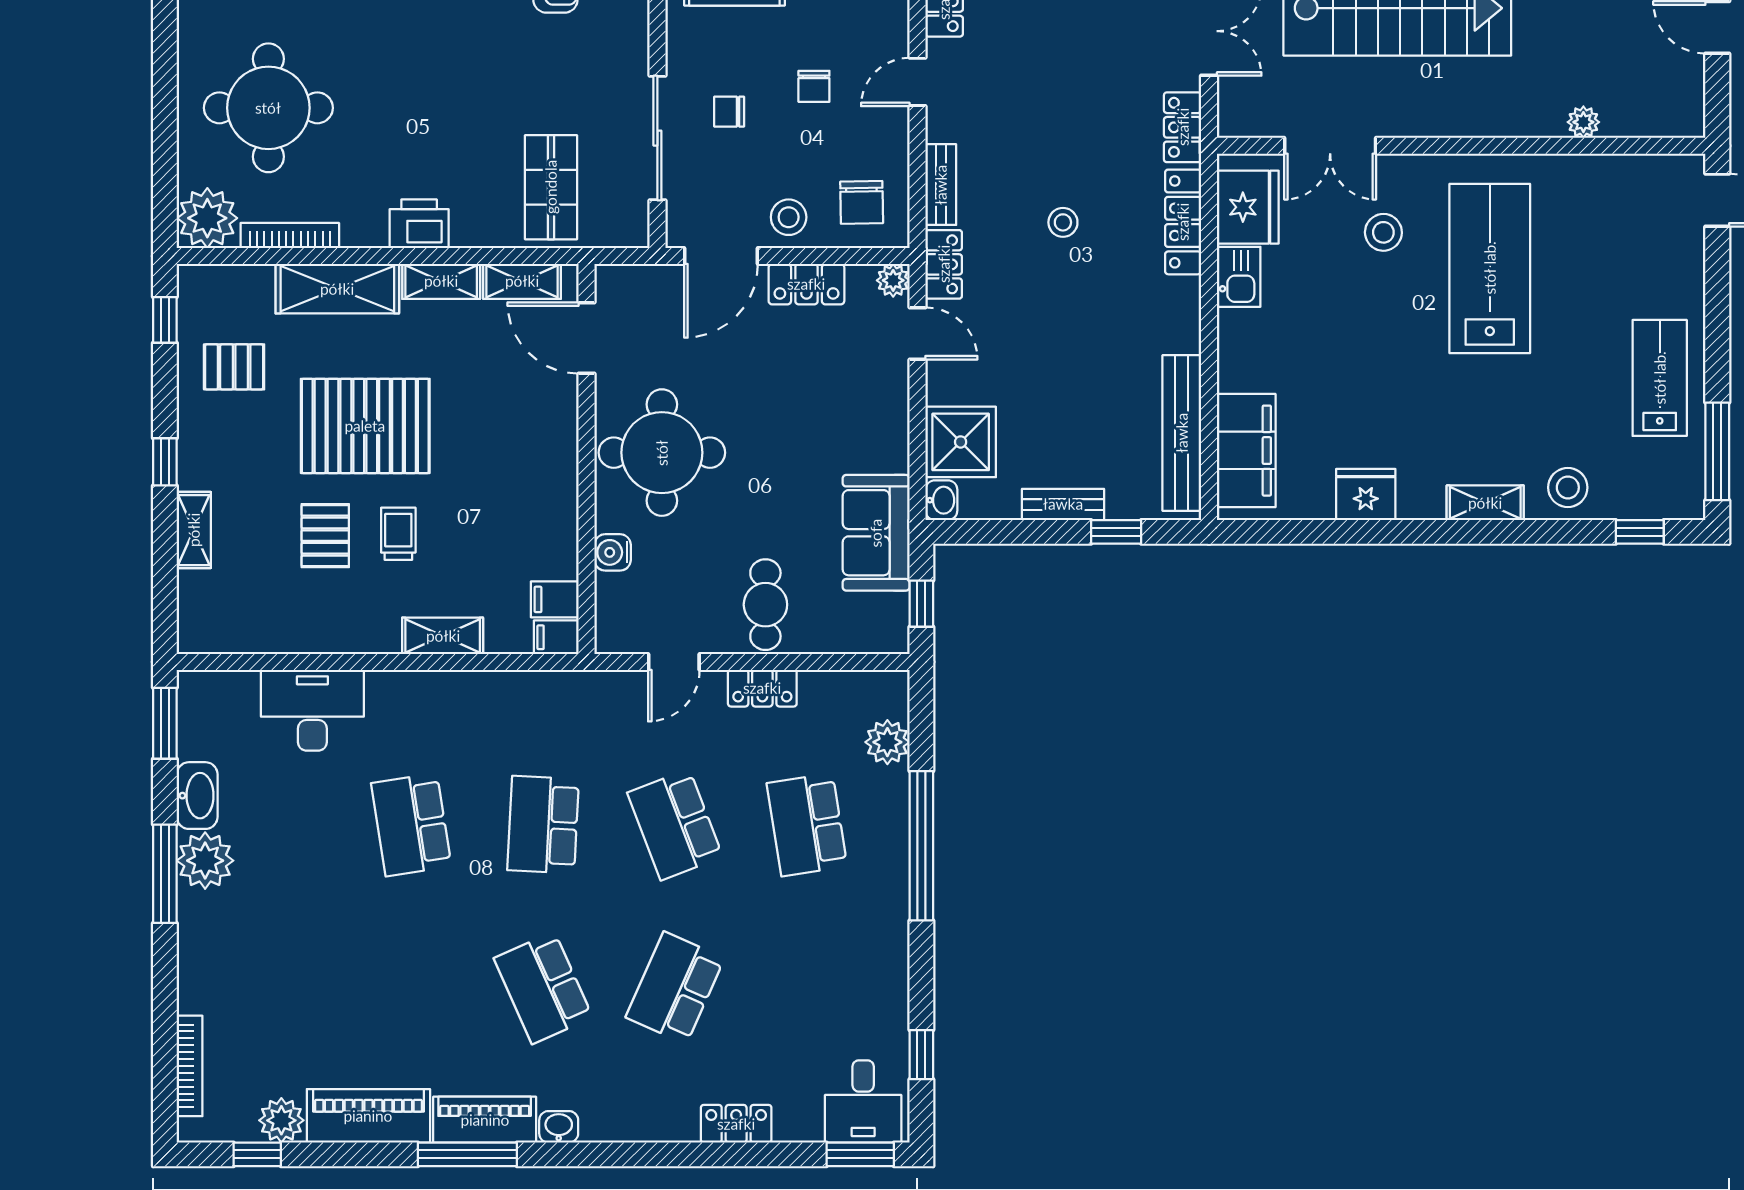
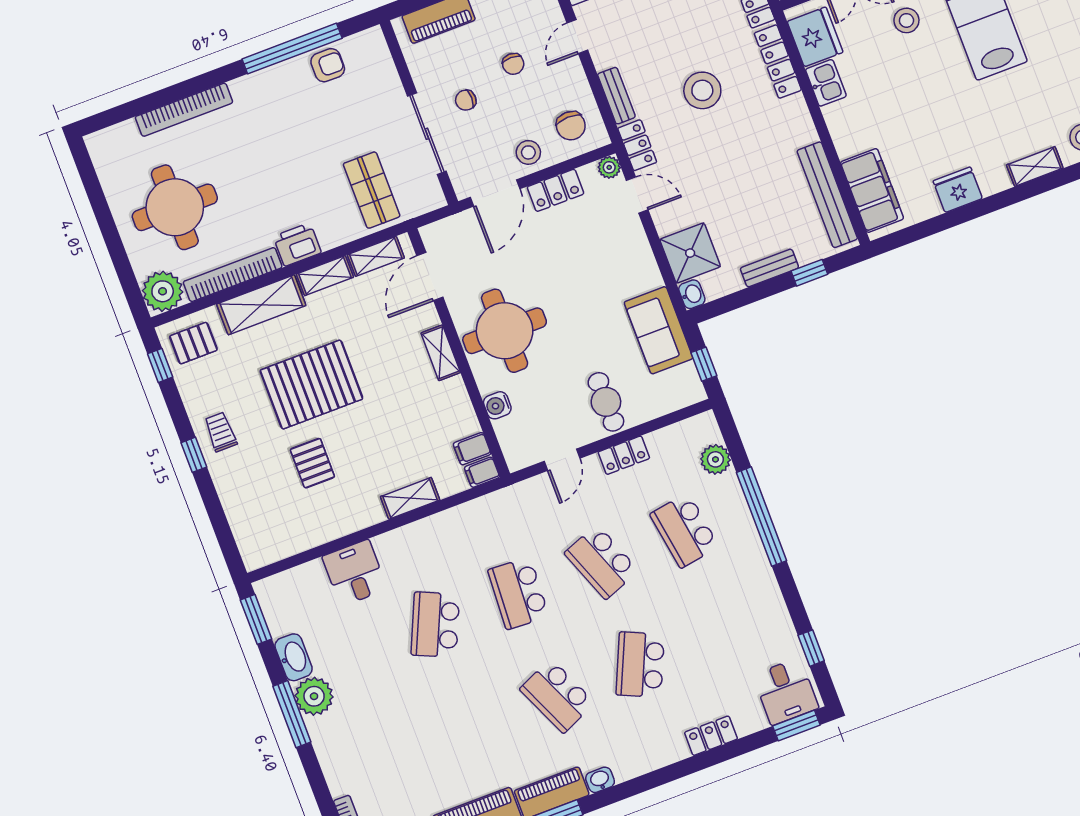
stool: (1063, 222) -> (702, 90), width x1.89, depth x1.89
bookcase: (290, 236) -> (233, 275), width x1.48, depth x1.31
door: (586, 338) -> (430, 277), hinge flipped
pallet: (234, 367) -> (193, 343), moved
shelving: (194, 530) -> (441, 353), moved
trolley: (398, 534) -> (221, 432), moved
desk: (312, 710) -> (355, 573), width x0.73
school desk: (411, 825) -> (435, 625), turned 33

